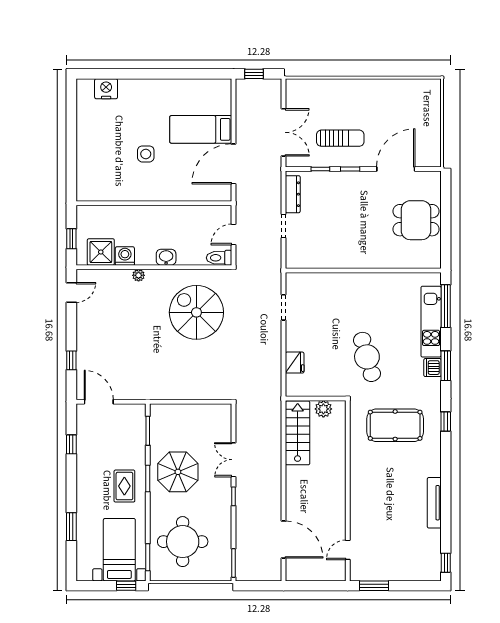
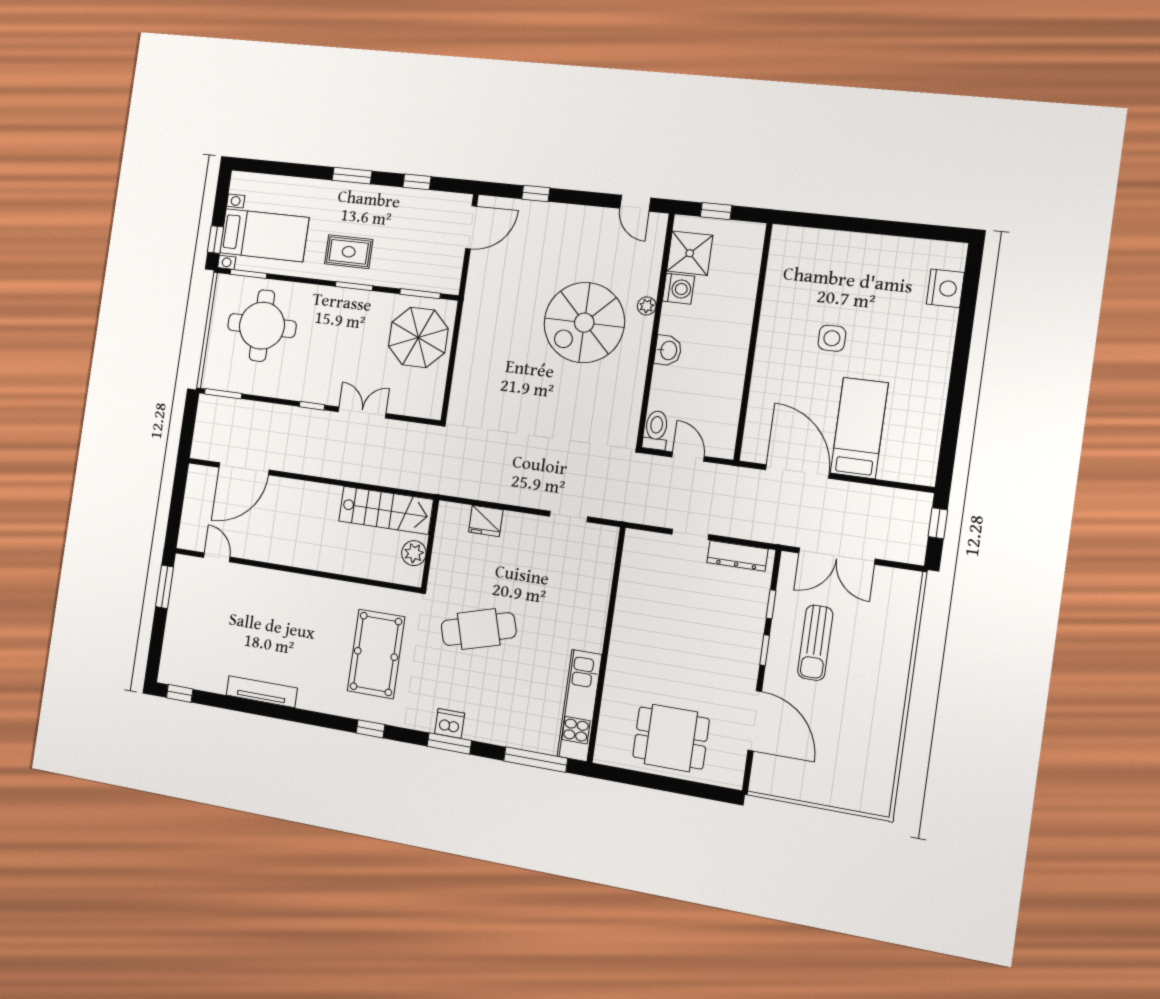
dining table: (416, 220) -> (671, 738), turned 90
spiral stairs: (196, 312) -> (584, 323), moved, turned 180
kitchen unit: (431, 322) -> (579, 705), moved, turned -90
parasol: (178, 472) -> (418, 337), moved
window: (71, 527) -> (352, 176), moved

